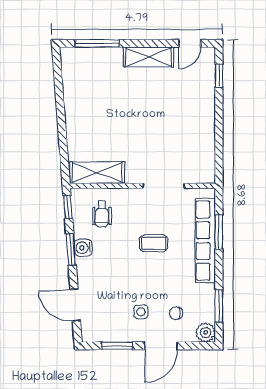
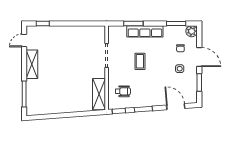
door: (190, 43) -> (24, 40), swing flipped
row of seats: (205, 241) -> (145, 31), width x0.73
water cooler: (83, 248) -> (142, 102), removed
door: (75, 305) -> (176, 107), swing flipped

